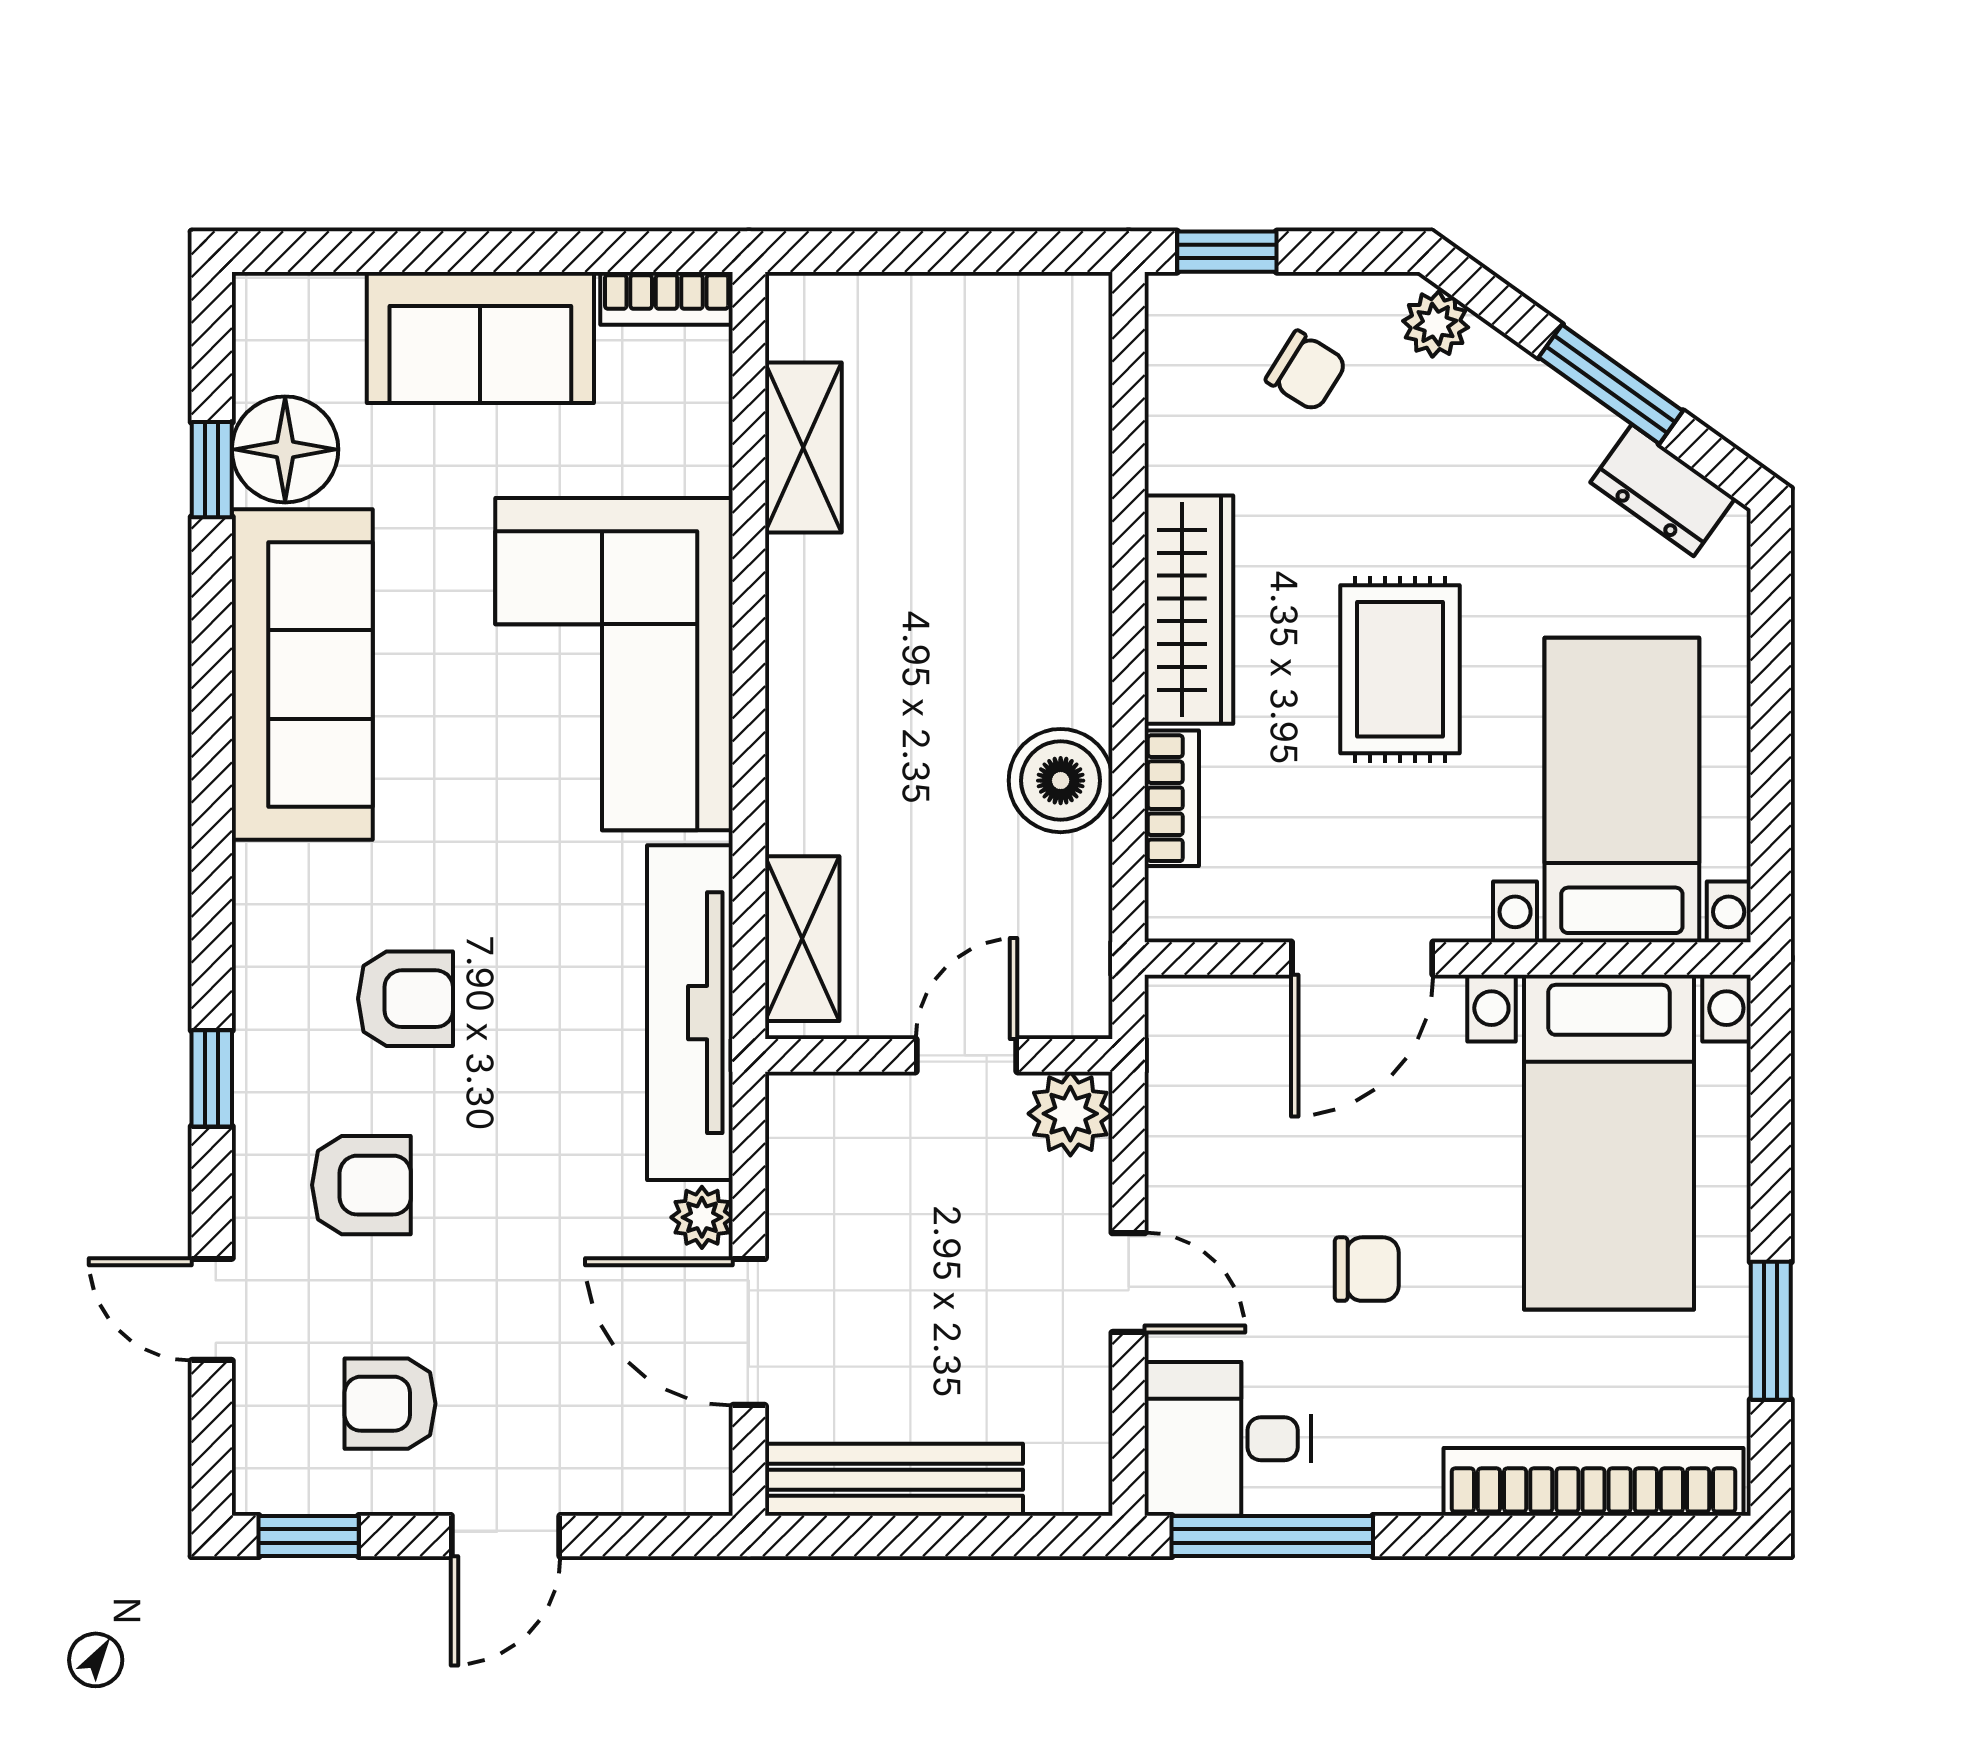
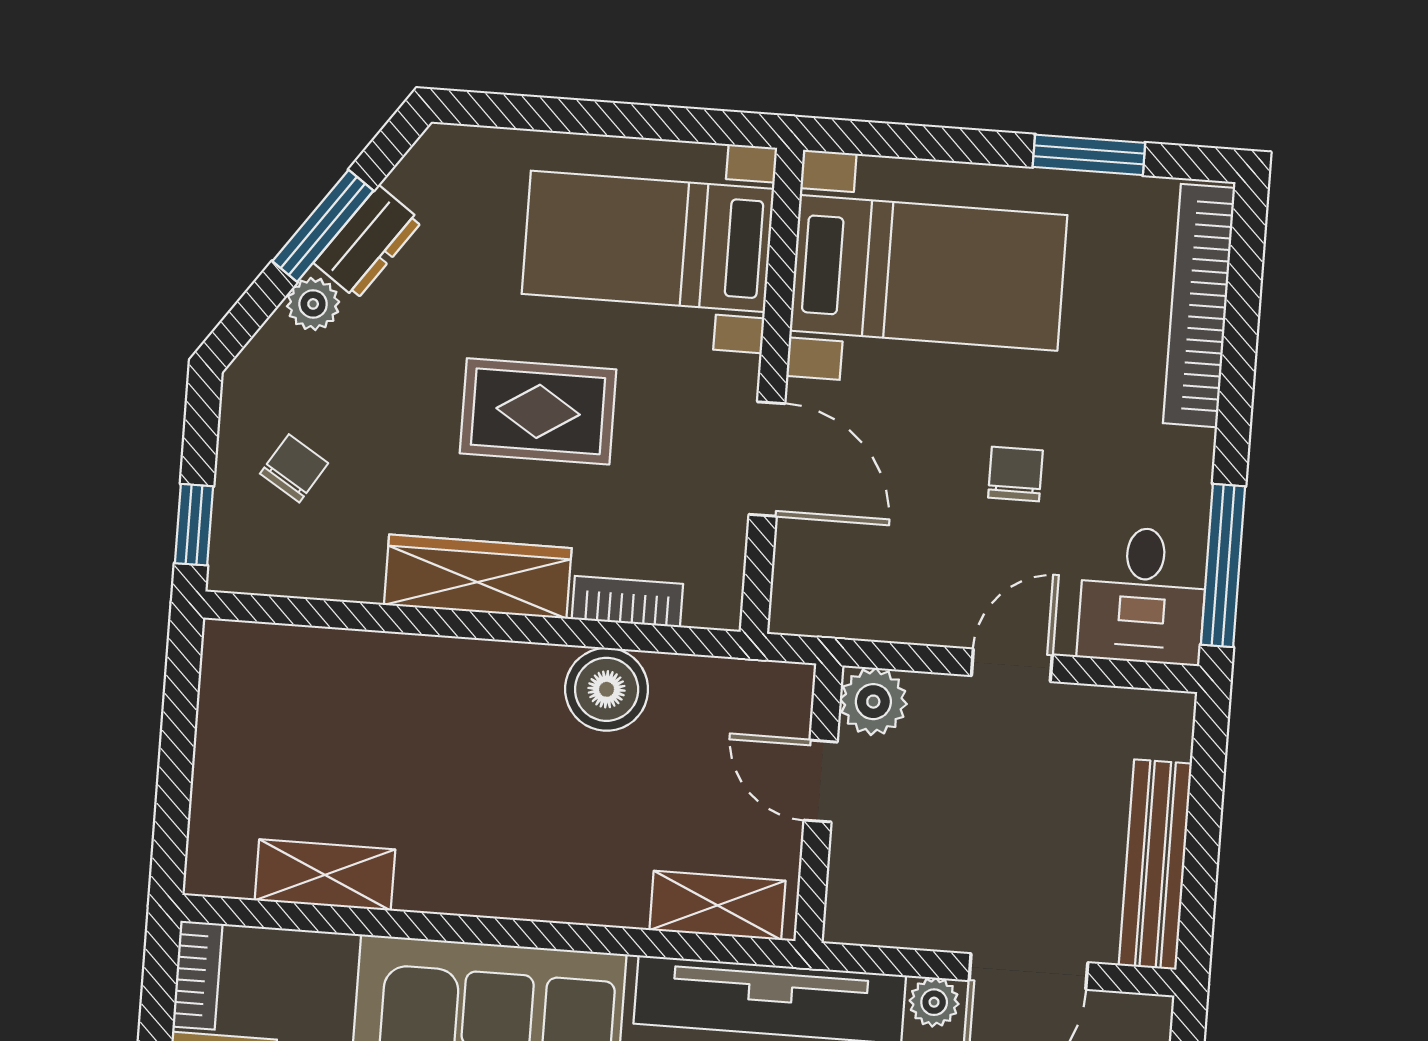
plant: (1436, 324) -> (313, 304), moved
dresser: (1663, 490) -> (368, 242), moved

